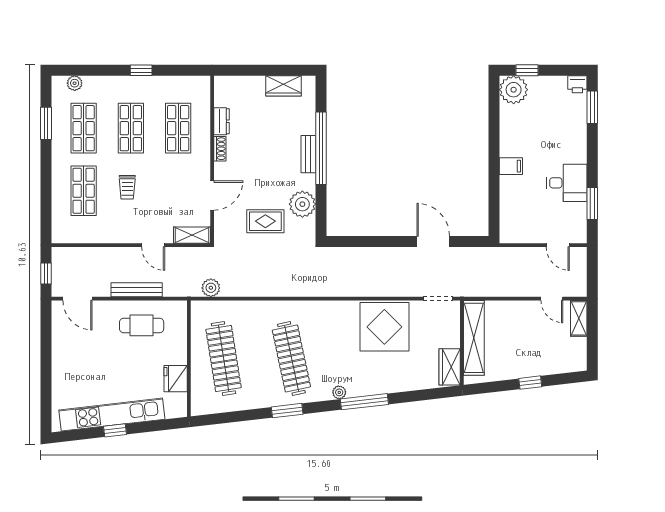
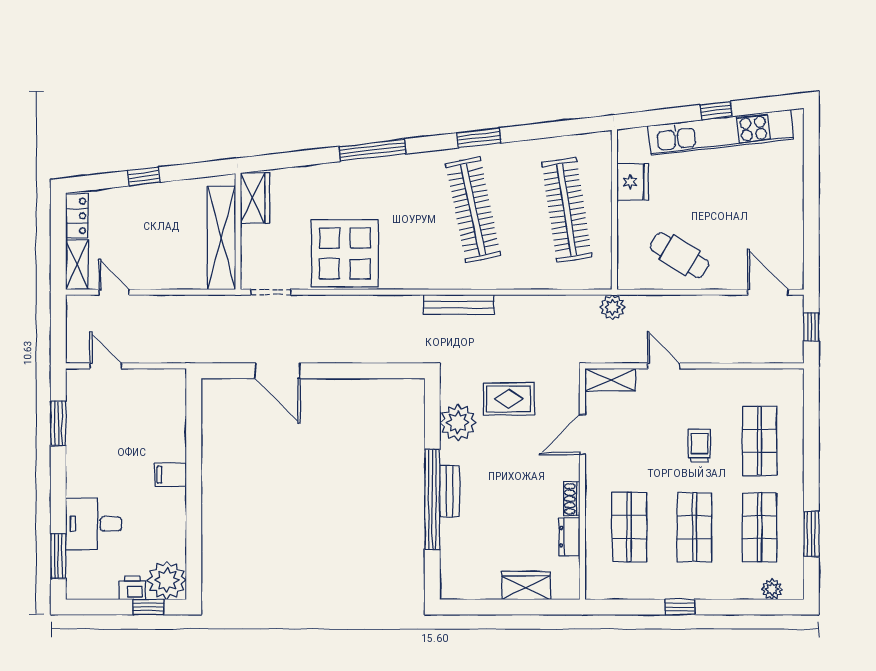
printer: (577, 84) -> (132, 588), moved
wardrobe: (284, 86) -> (526, 586), moved
desk: (567, 183) -> (94, 524), moved
plant: (211, 288) -> (612, 307), moved
bench: (137, 290) -> (459, 304), moved
cafe table: (142, 325) -> (680, 255), turned 31
locker: (579, 354) -> (77, 216), added
plant: (339, 392) -> (407, 163), removed

